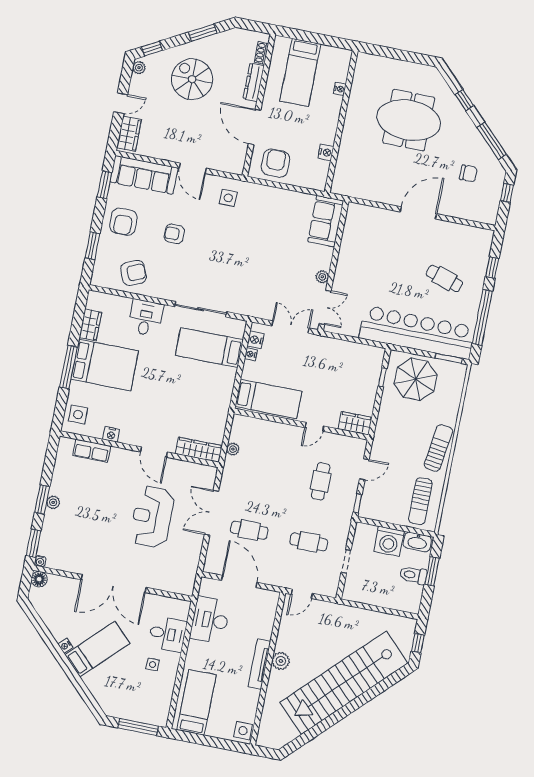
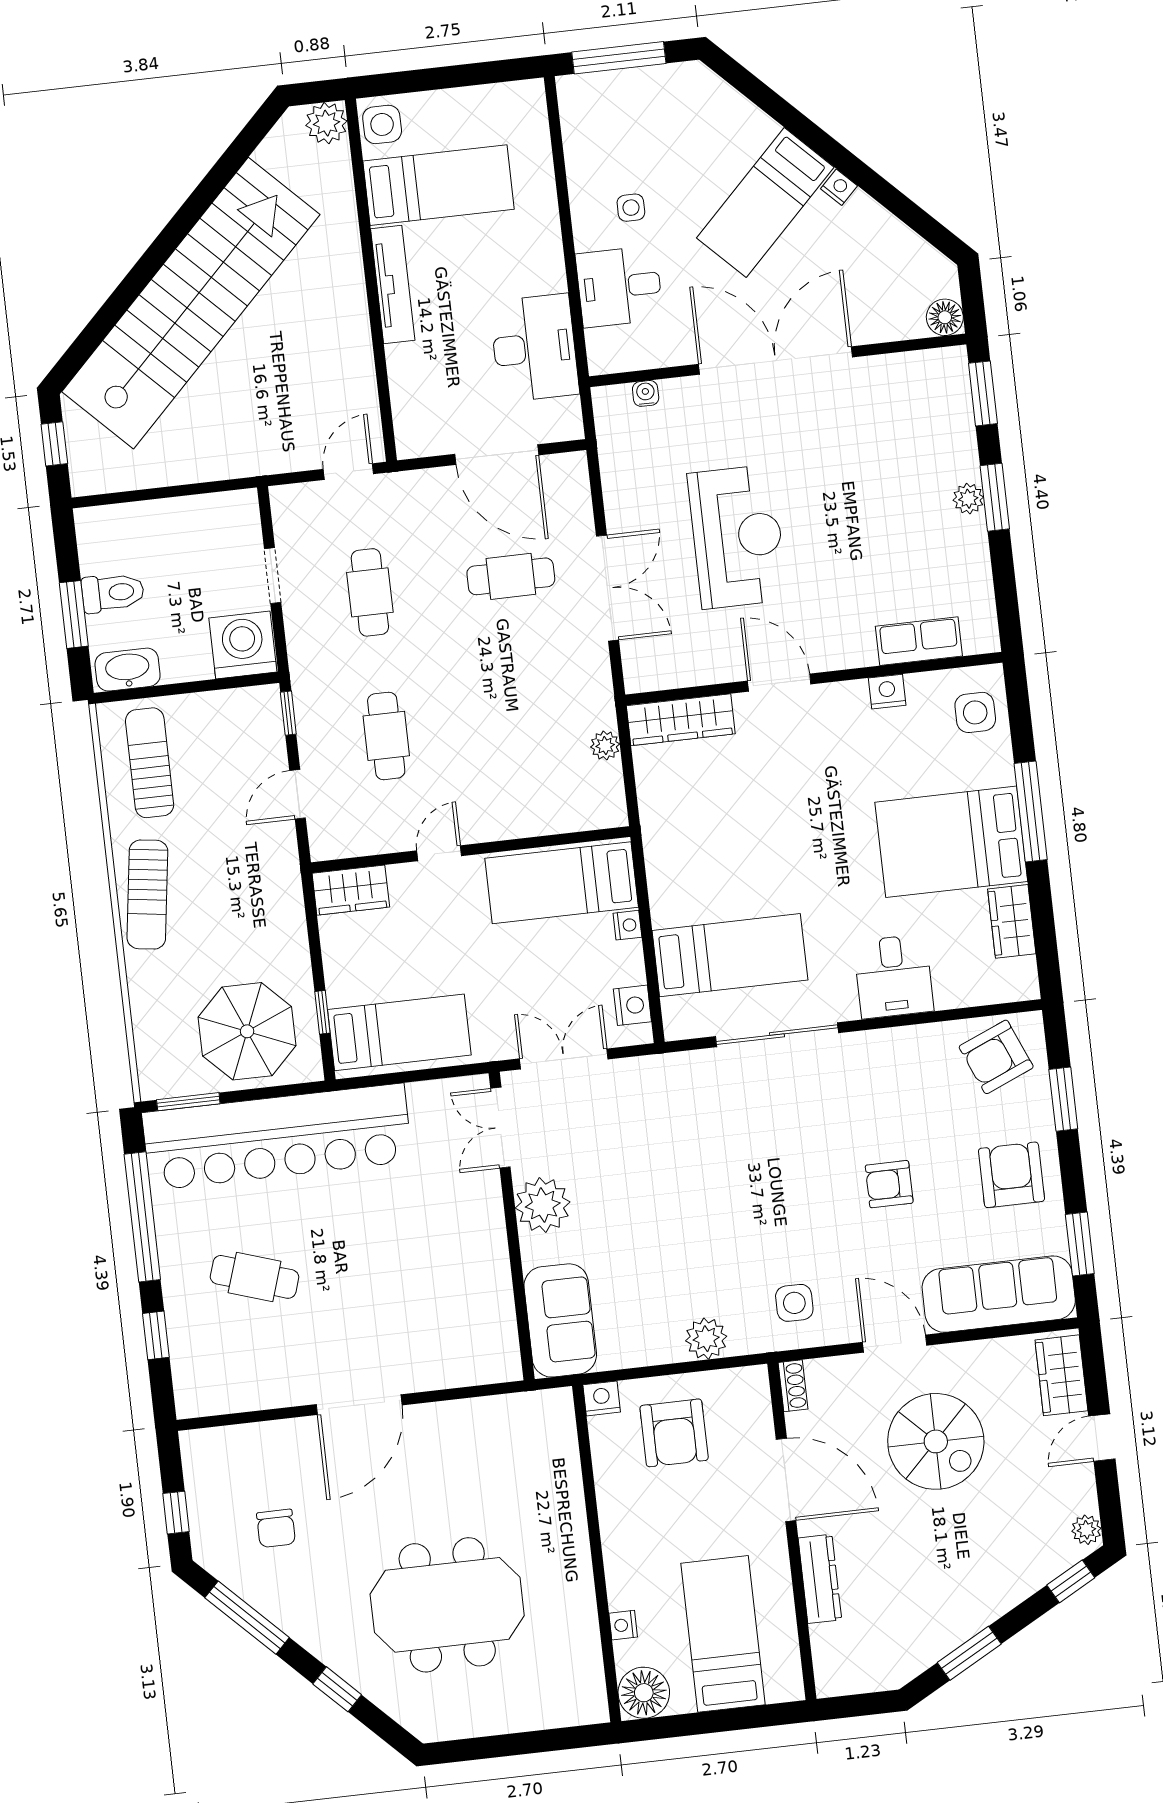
shoe rack: (262, 53) -> (793, 1386), moved
floor lamp: (340, 59) -> (644, 1693), added
spiral stairs: (192, 79) -> (936, 1441), moved
nightstand: (326, 152) -> (602, 1398), moved, turned 90
armchair: (275, 163) -> (674, 1433), moved
chair: (468, 173) -> (276, 1528), turned -90
plant: (269, 195) -> (706, 1339), added
armchair: (174, 234) -> (889, 1184), turned 180
armchair: (133, 273) -> (996, 1057), moved
plant: (322, 277) -> (543, 1205), width x1.87, depth x1.87
double door: (290, 327) -> (564, 1059), swing flipped
nightstand: (251, 354) -> (627, 925), moved
bed: (354, 359) -> (399, 1032), added
washing machine: (389, 541) -> (243, 645), moved
cafe table: (309, 542) -> (370, 592), turned 90
water cooler: (40, 561) -> (646, 393), moved
plant: (281, 661) -> (326, 123), moved
bed: (197, 702) -> (438, 185), moved, turned -90

